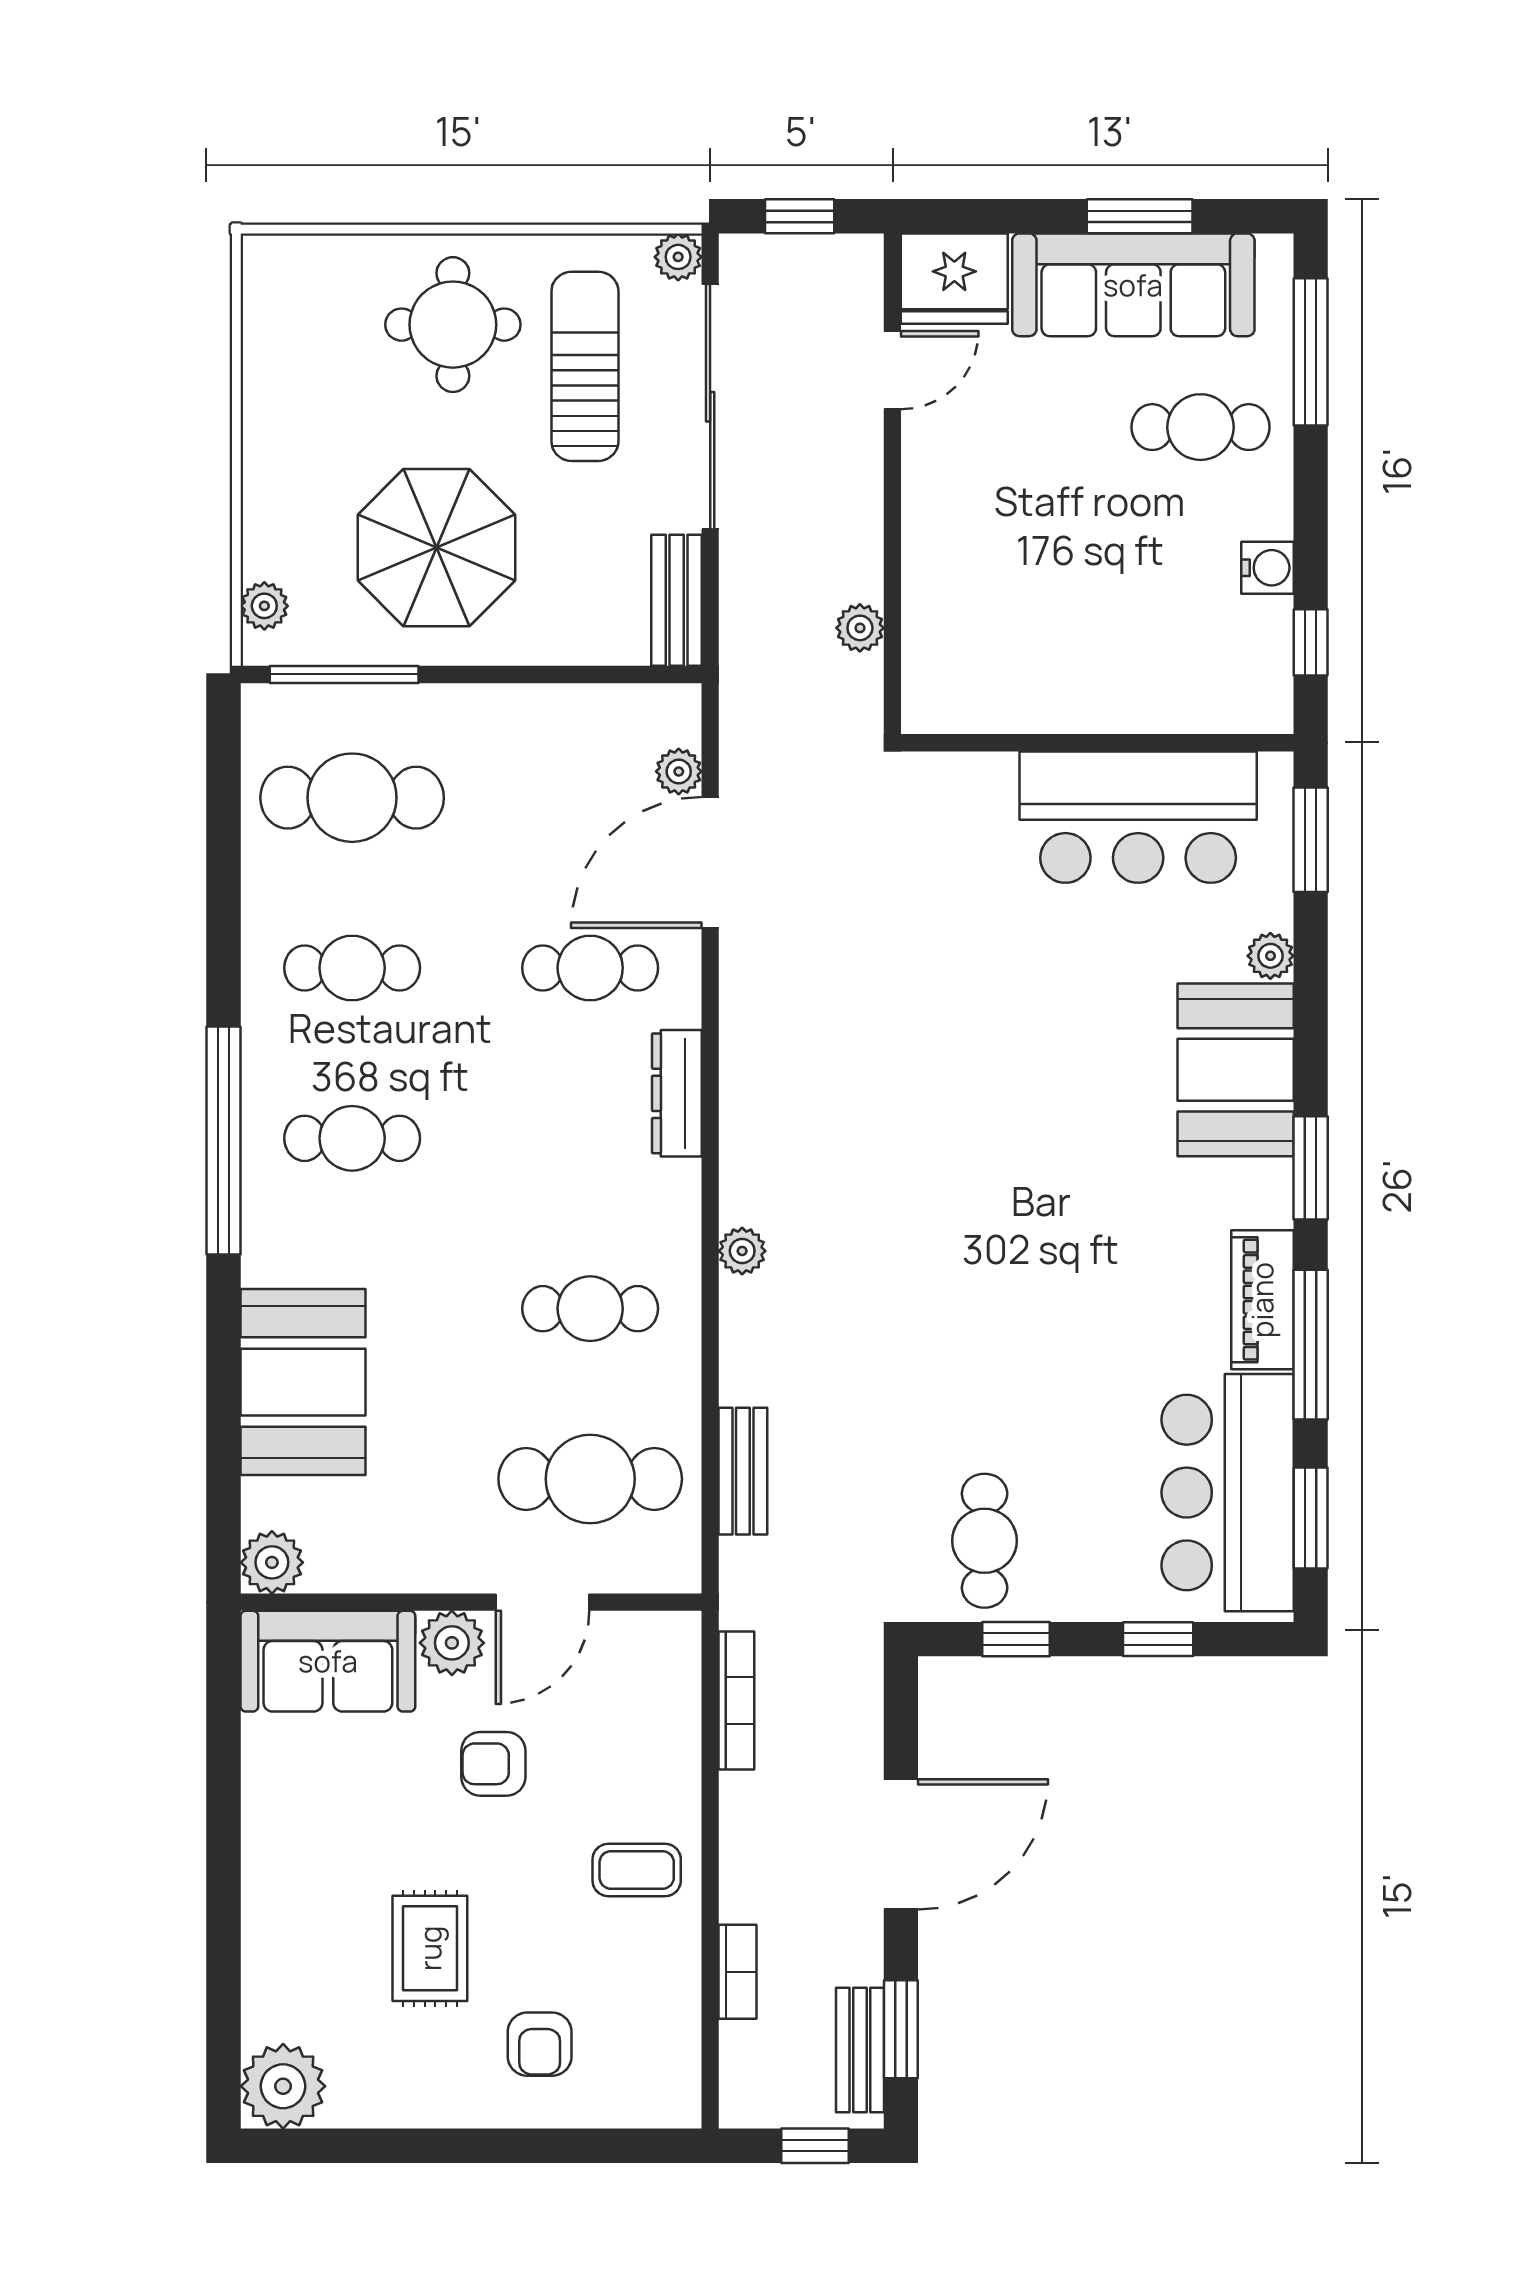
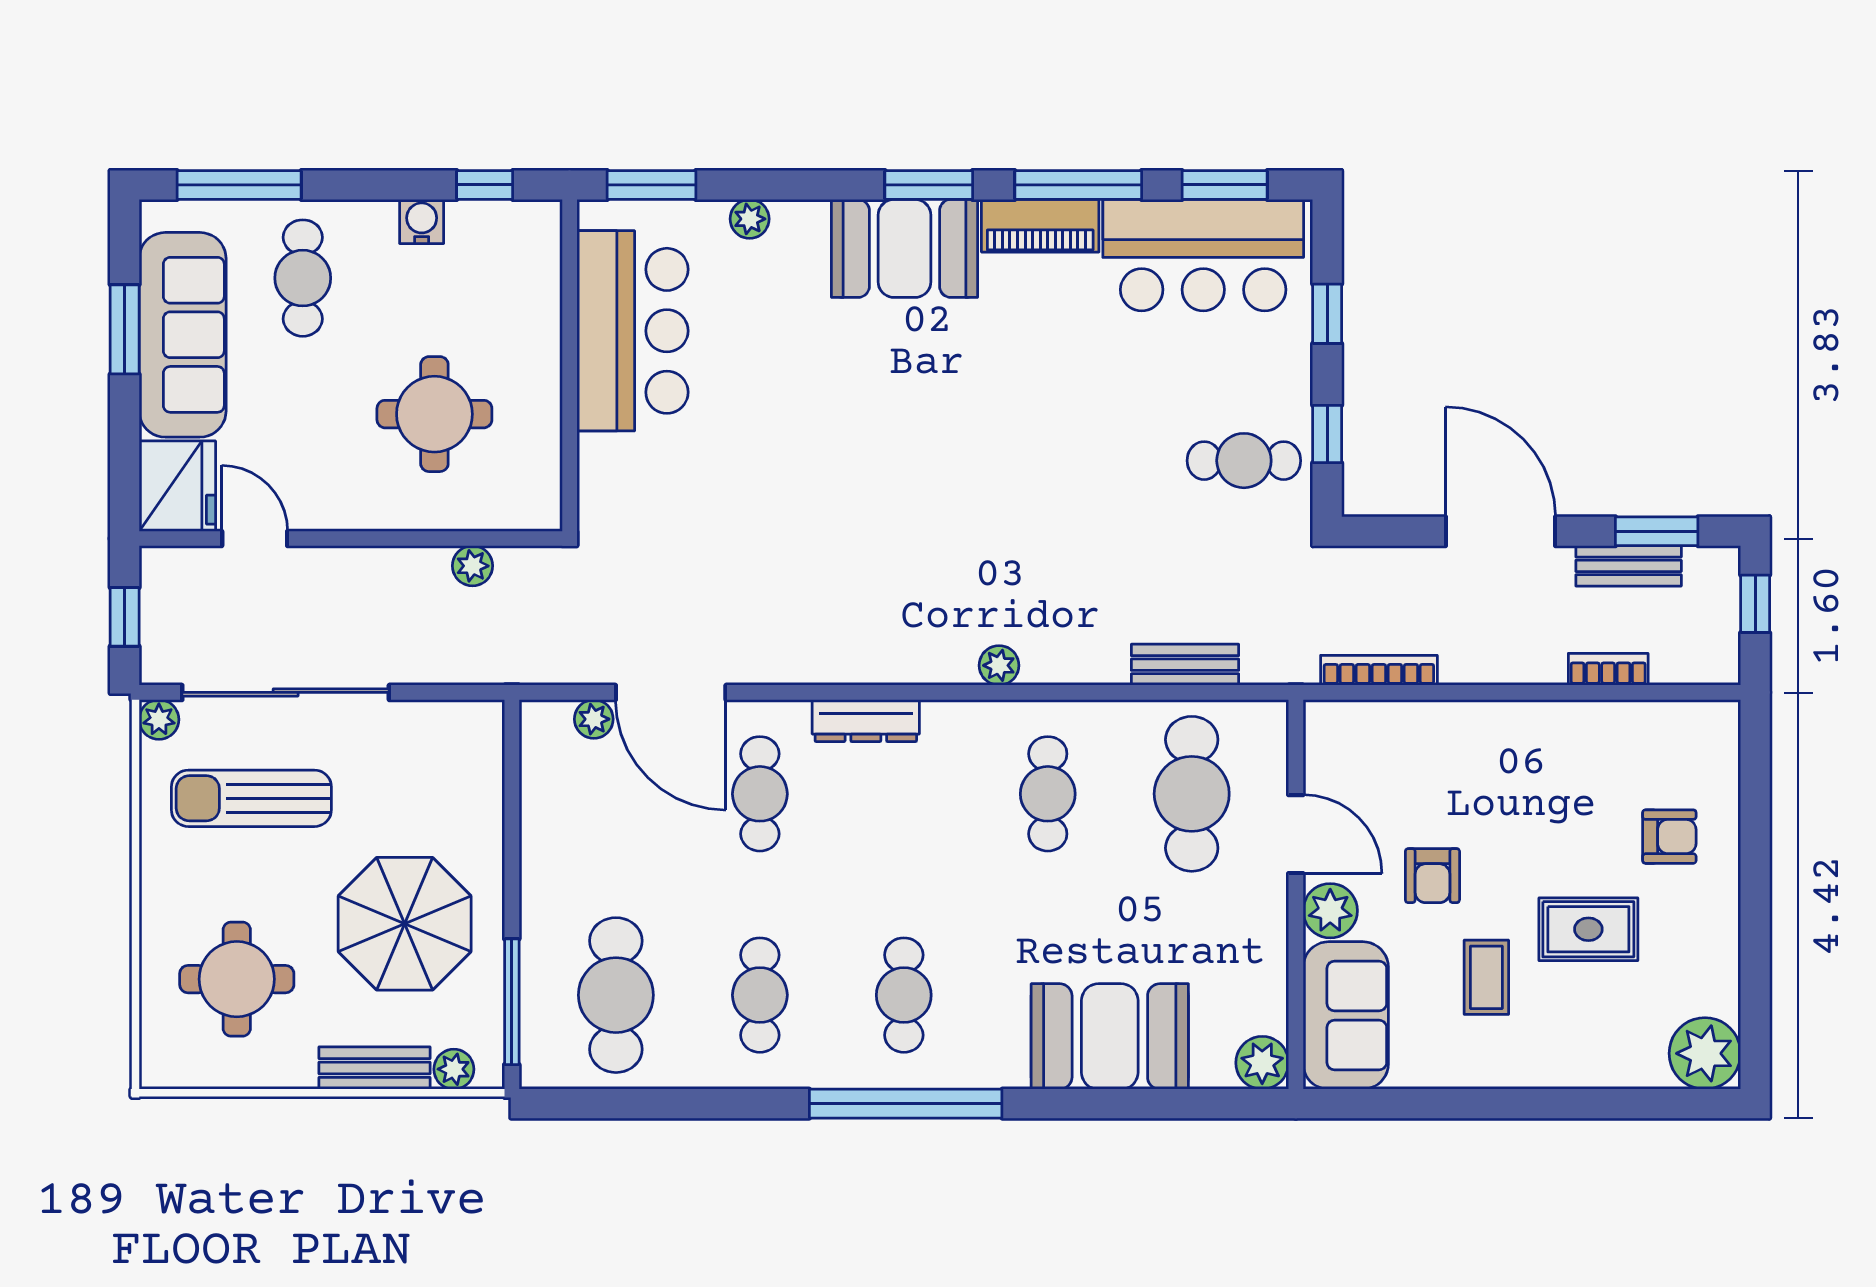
round table: (453, 325) -> (237, 979), moved
round table: (1040, 583) -> (434, 414), added
bench: (677, 600) -> (374, 1068), moved
booth: (1236, 1070) -> (904, 248), moved
coffee table: (637, 1870) -> (1486, 977), moved
bench: (860, 2050) -> (1629, 566), moved

